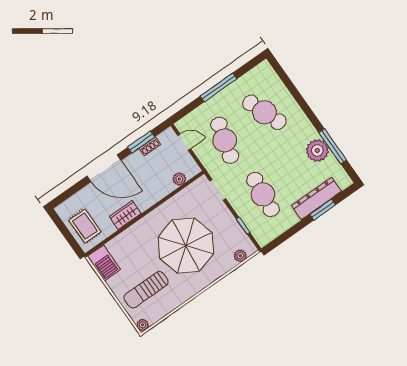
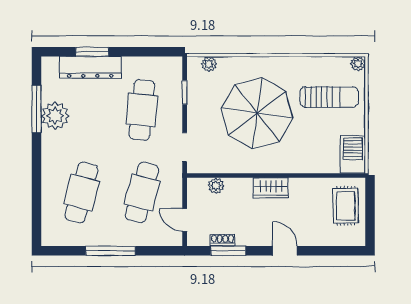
cafe table: (264, 112) -> (82, 193), turned 36
door: (104, 168) -> (285, 251), width x0.53
wardrobe: (125, 215) -> (271, 188), moved

